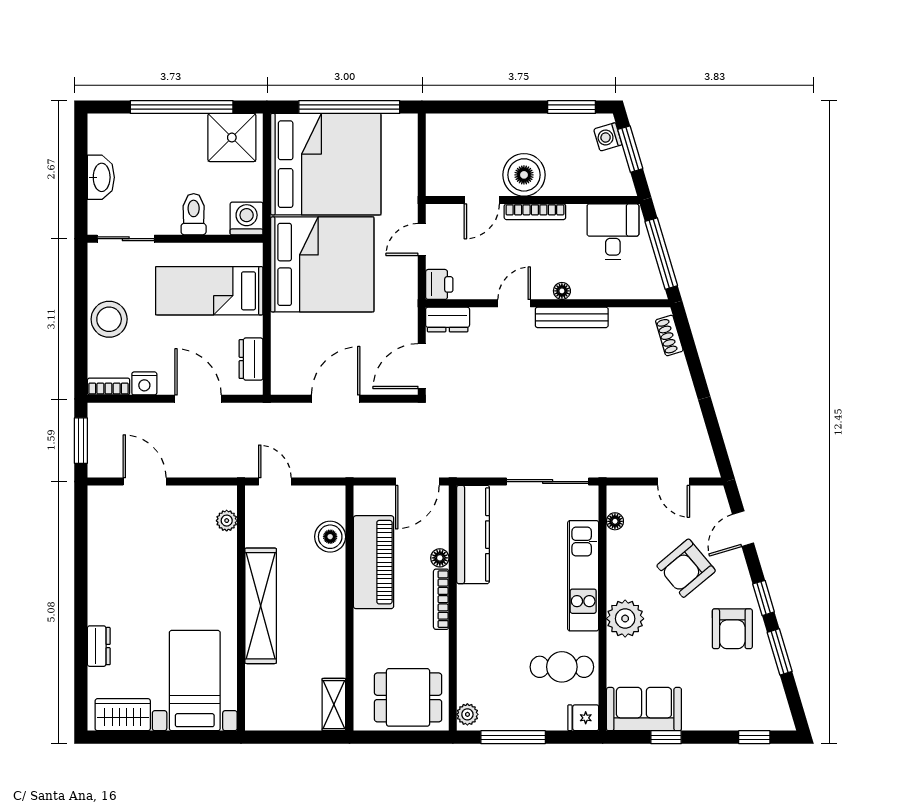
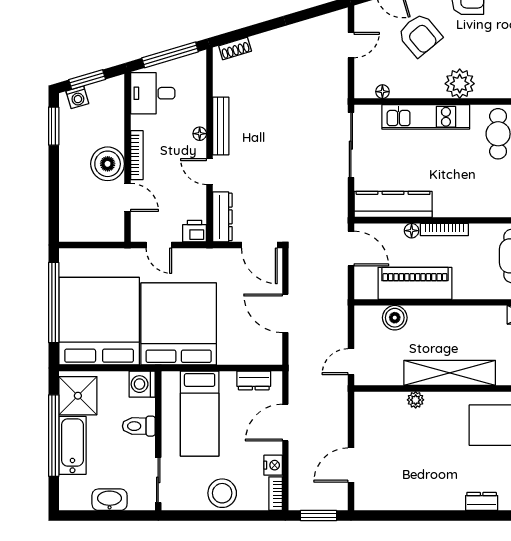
bathtub: (169, 131) -> (72, 445), added
dresser: (448, 319) -> (222, 217), width x1.44
plant: (227, 521) -> (416, 400), moved

